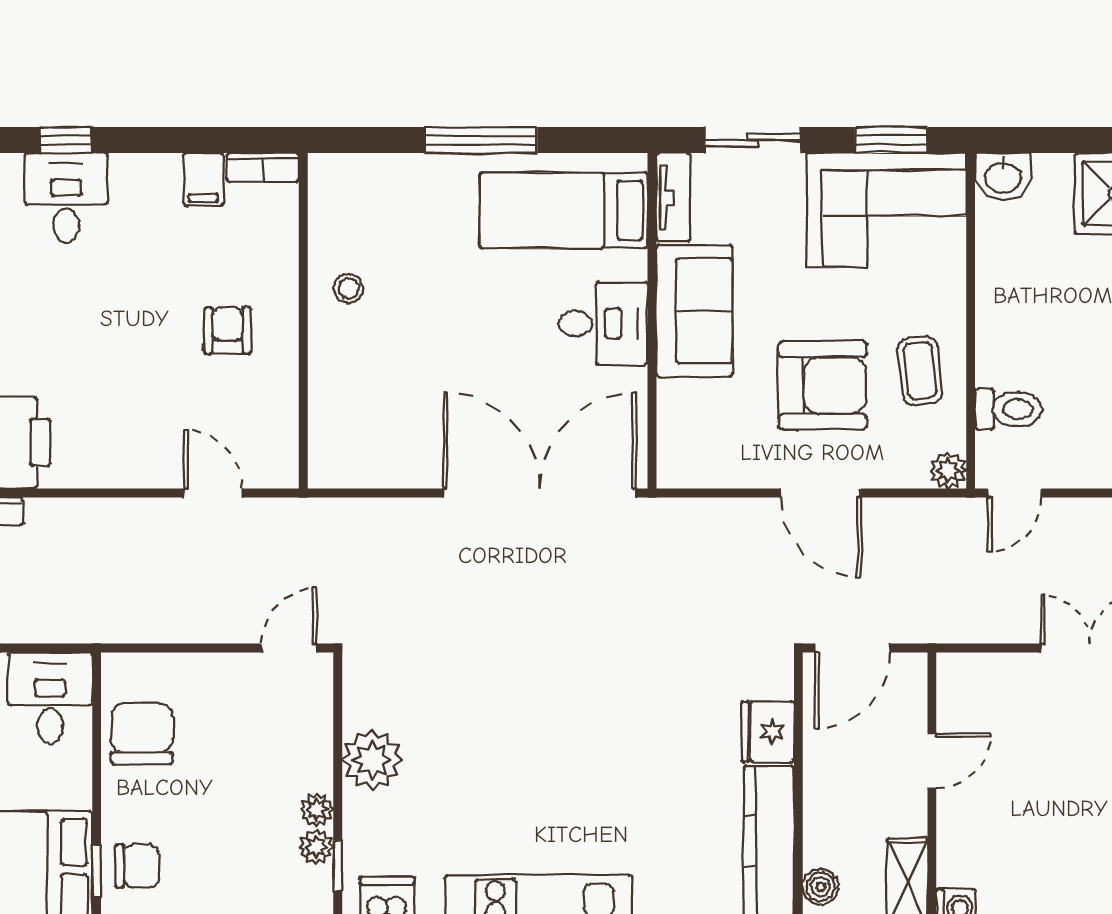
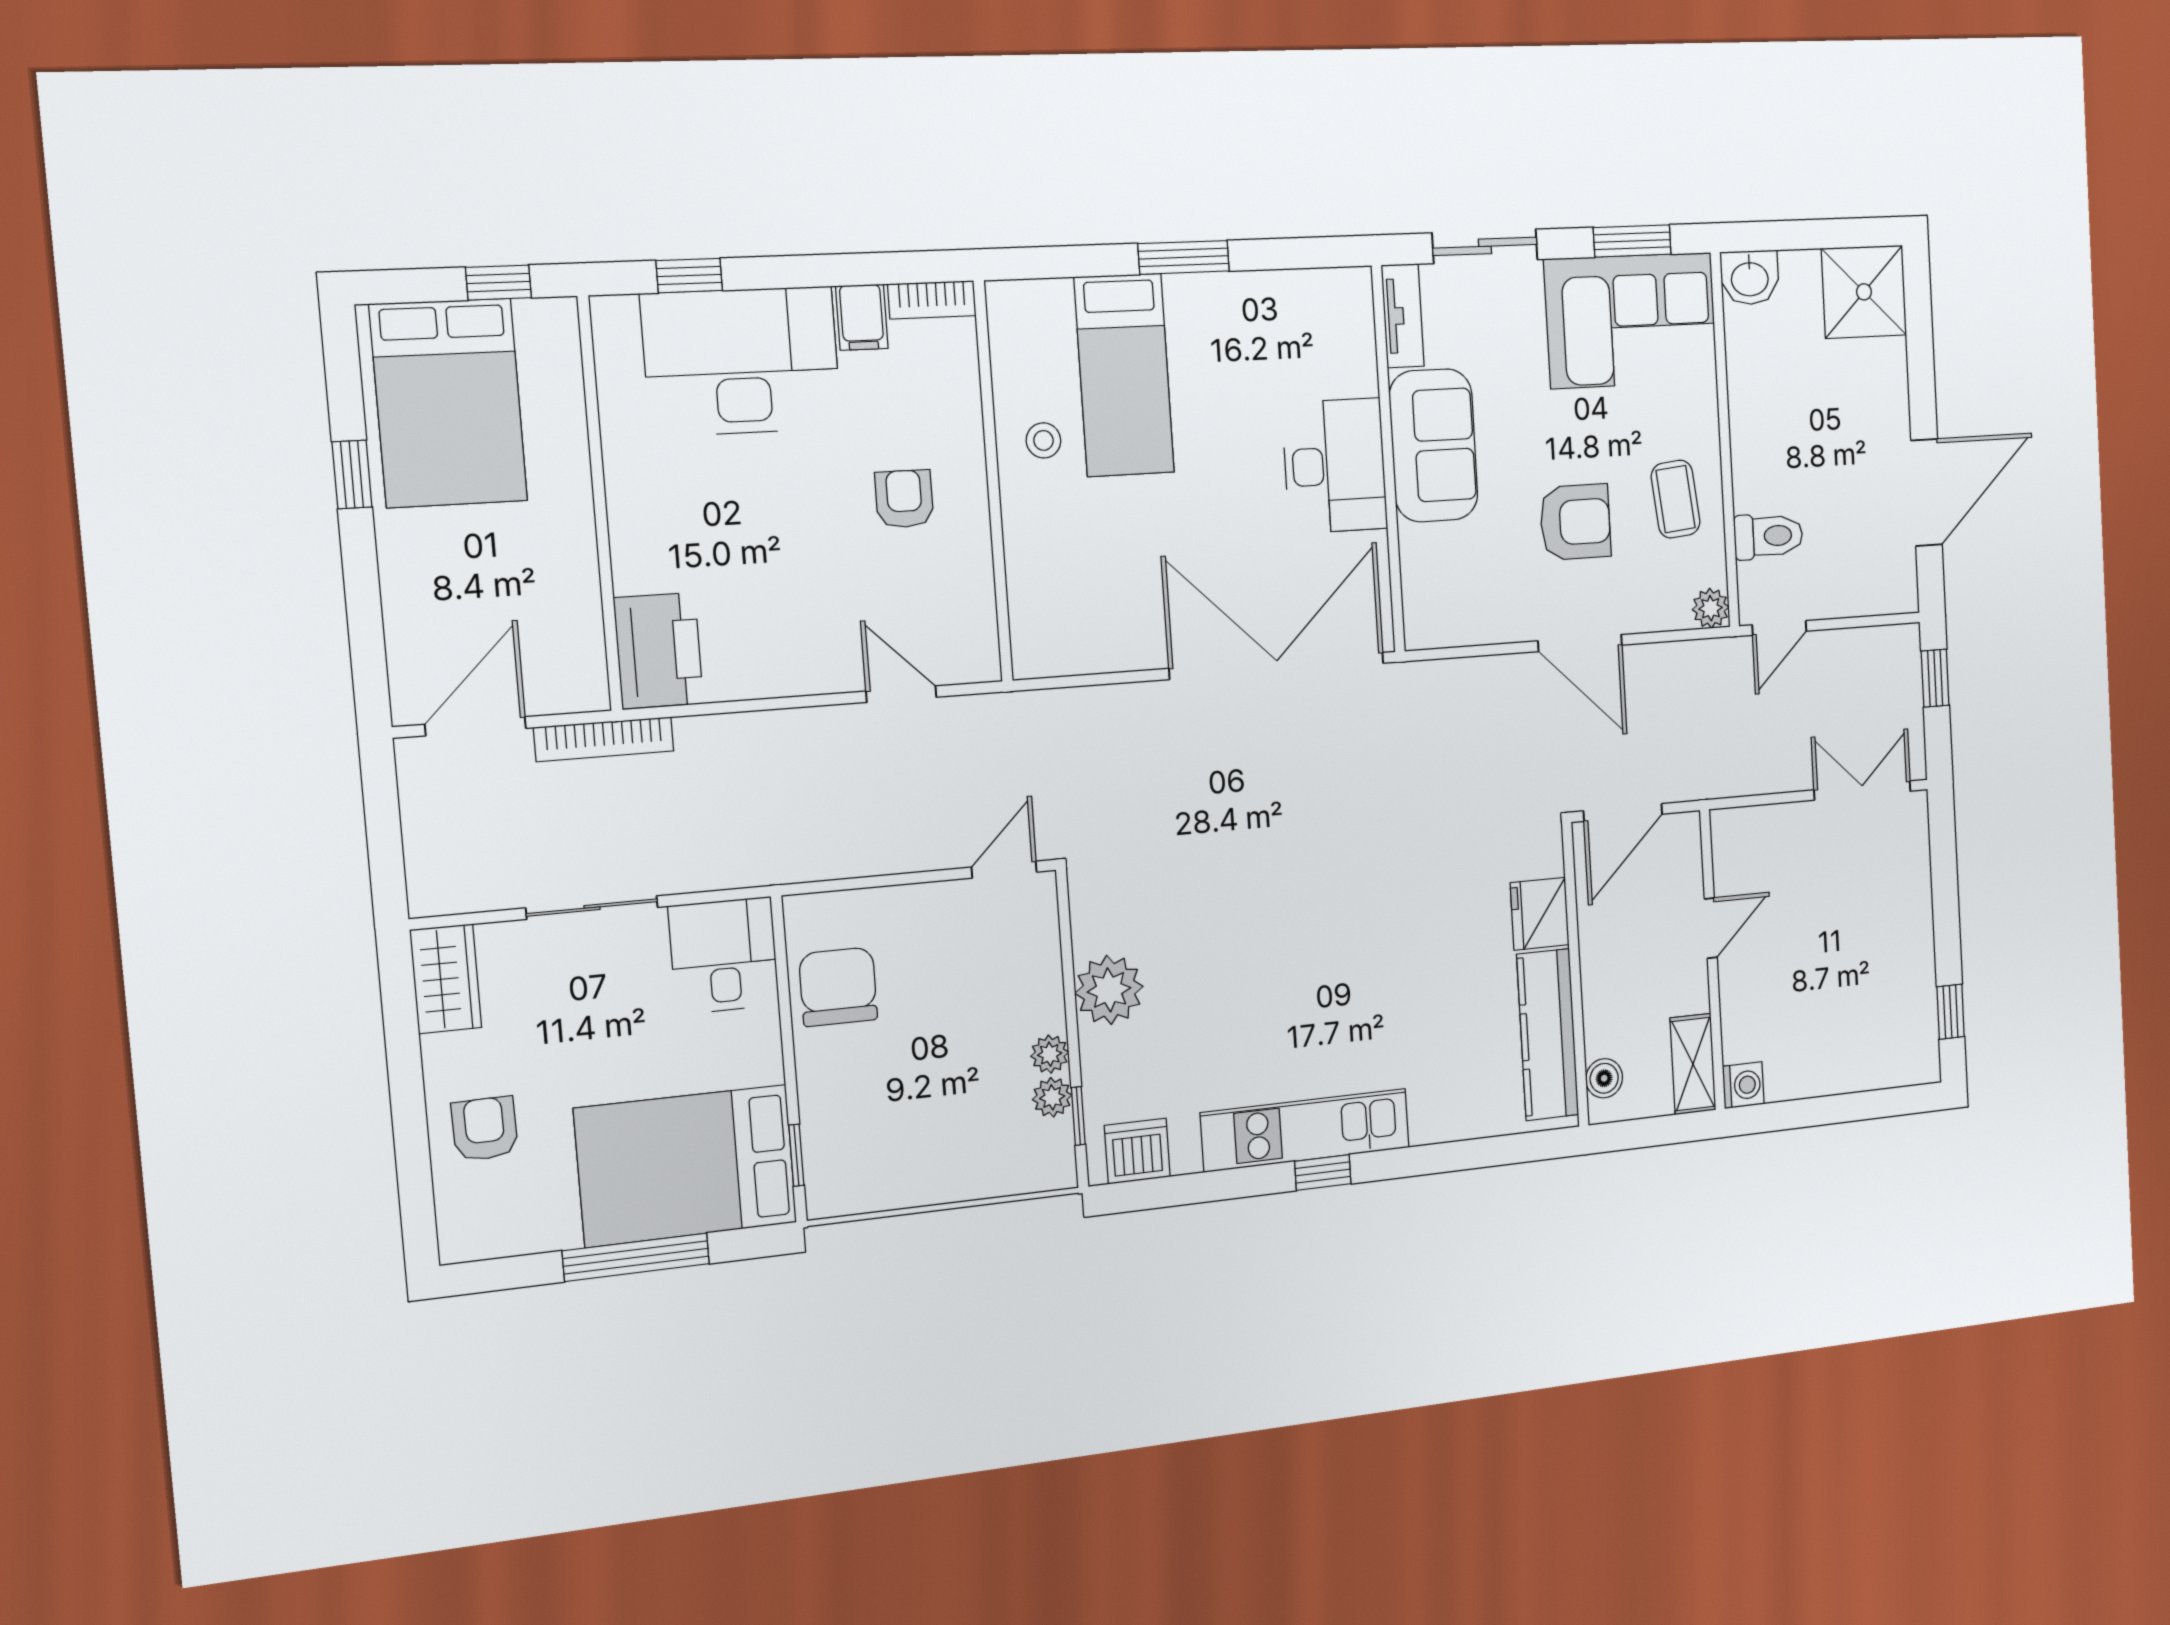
window: (481, 140) -> (1184, 257), width x0.69
desk: (66, 198) -> (741, 361), width x1.87, depth x1.30
bed: (564, 210) -> (1124, 375), moved, turned -90
desk: (603, 324) -> (1335, 466), width x1.37
armchair: (823, 385) -> (1575, 522), width x0.73, depth x0.73
chair: (137, 866) -> (844, 1143), removed

